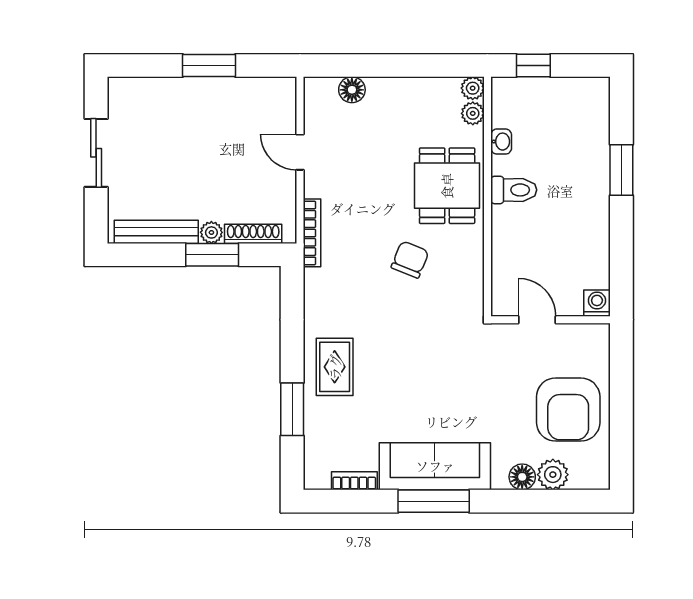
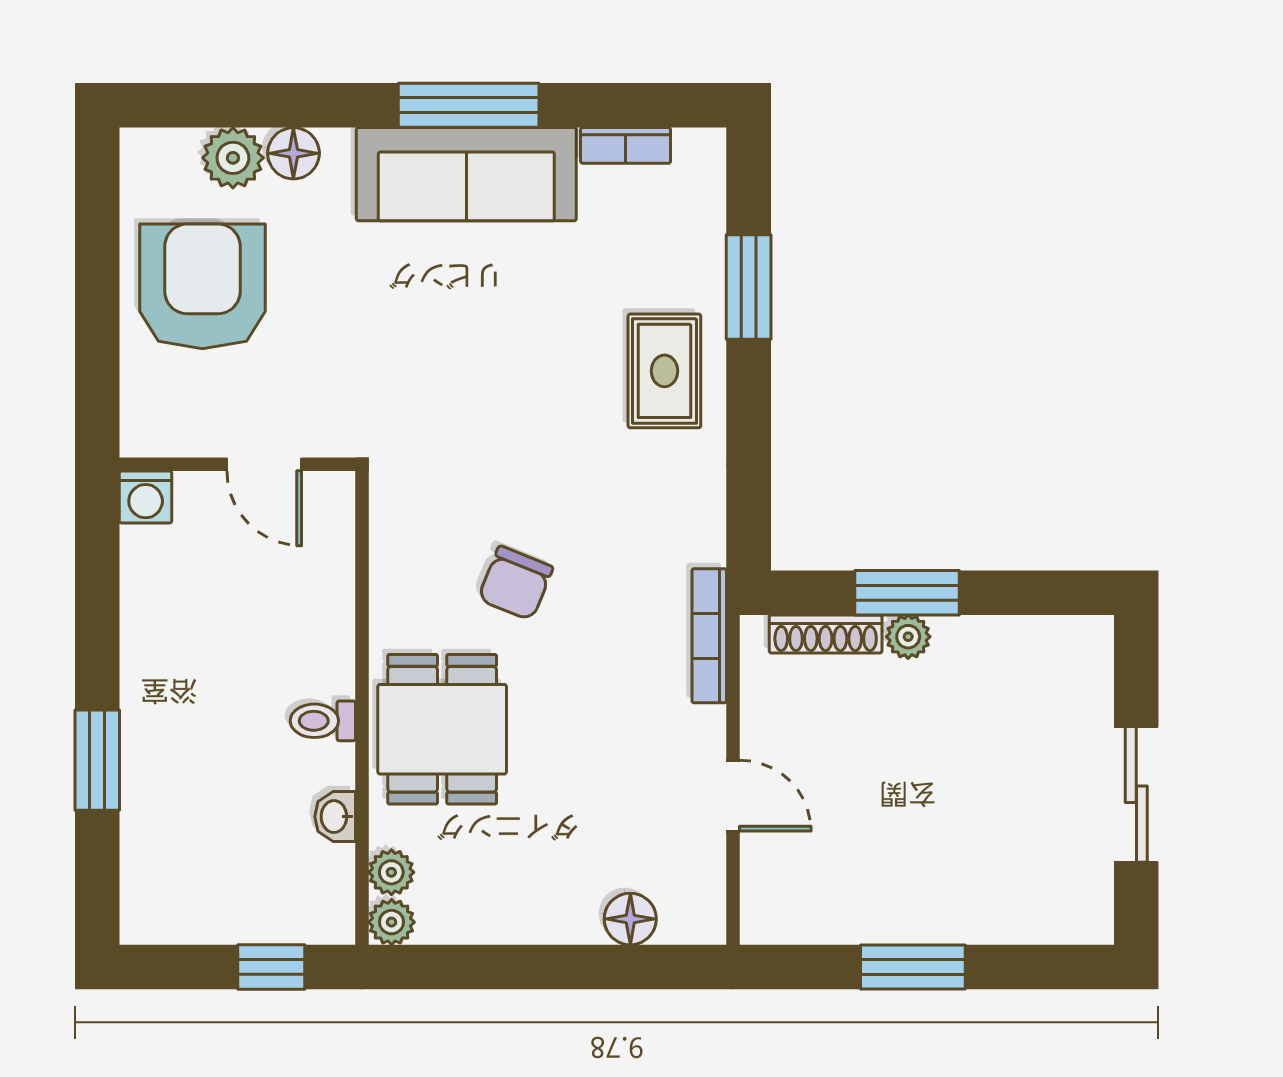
toilet: (514, 190) -> (323, 721), width x0.73, depth x0.72
bench: (156, 232) -> (1017, 638), removed

